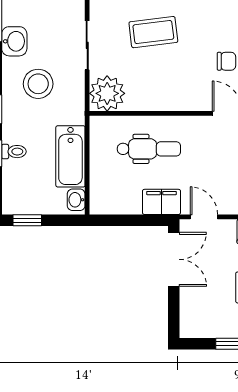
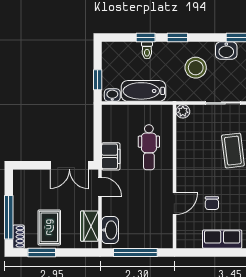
plant: (107, 93) -> (183, 111), width x0.53, depth x0.53
door: (204, 217) -> (100, 187), hinge flipped
window: (27, 220) -> (98, 80), moved

